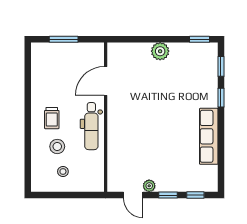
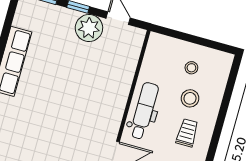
plant: (149, 186) -> (89, 28), width x1.87, depth x1.87

